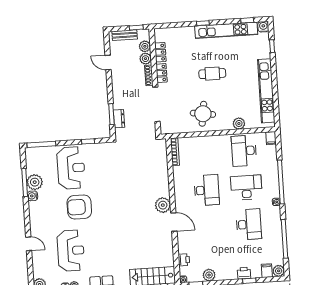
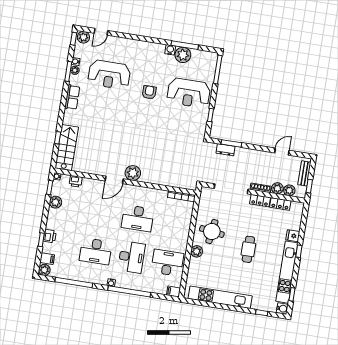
fridge: (189, 33) -> (293, 236), added
plant: (239, 123) -> (197, 251), moved
armchair: (79, 207) -> (149, 92), width x0.53, depth x0.53
door: (29, 244) -> (101, 32), moved

